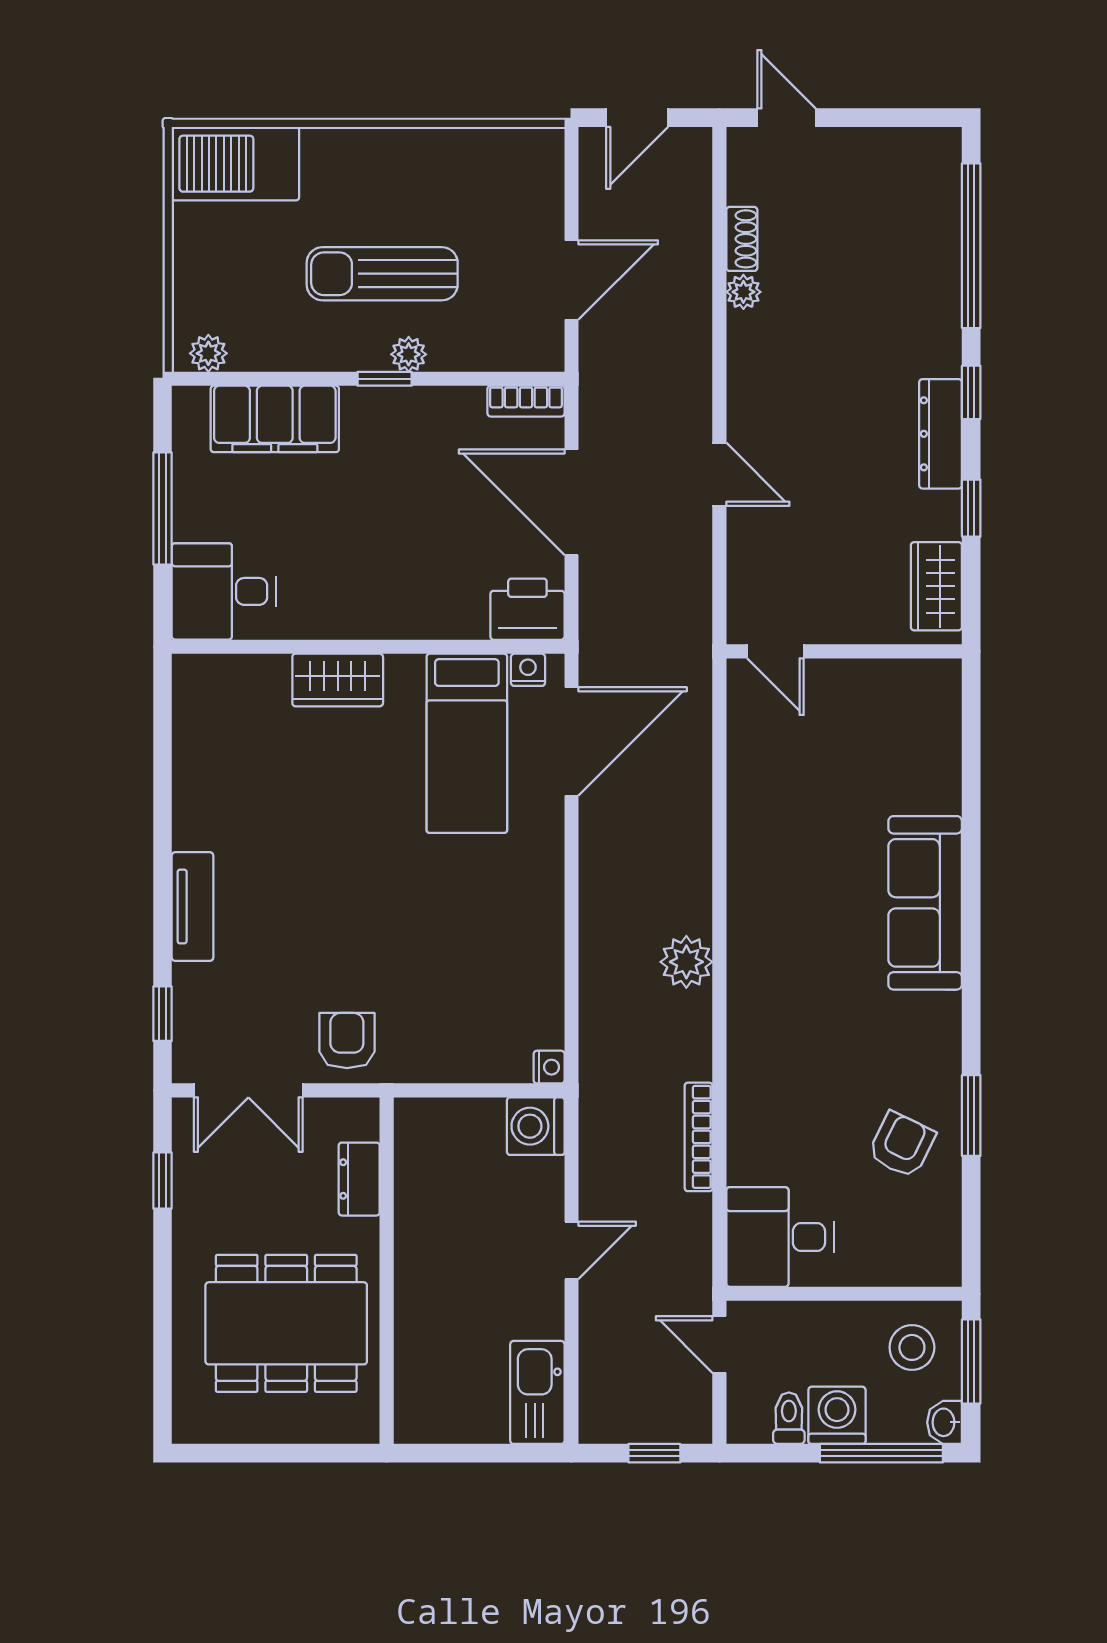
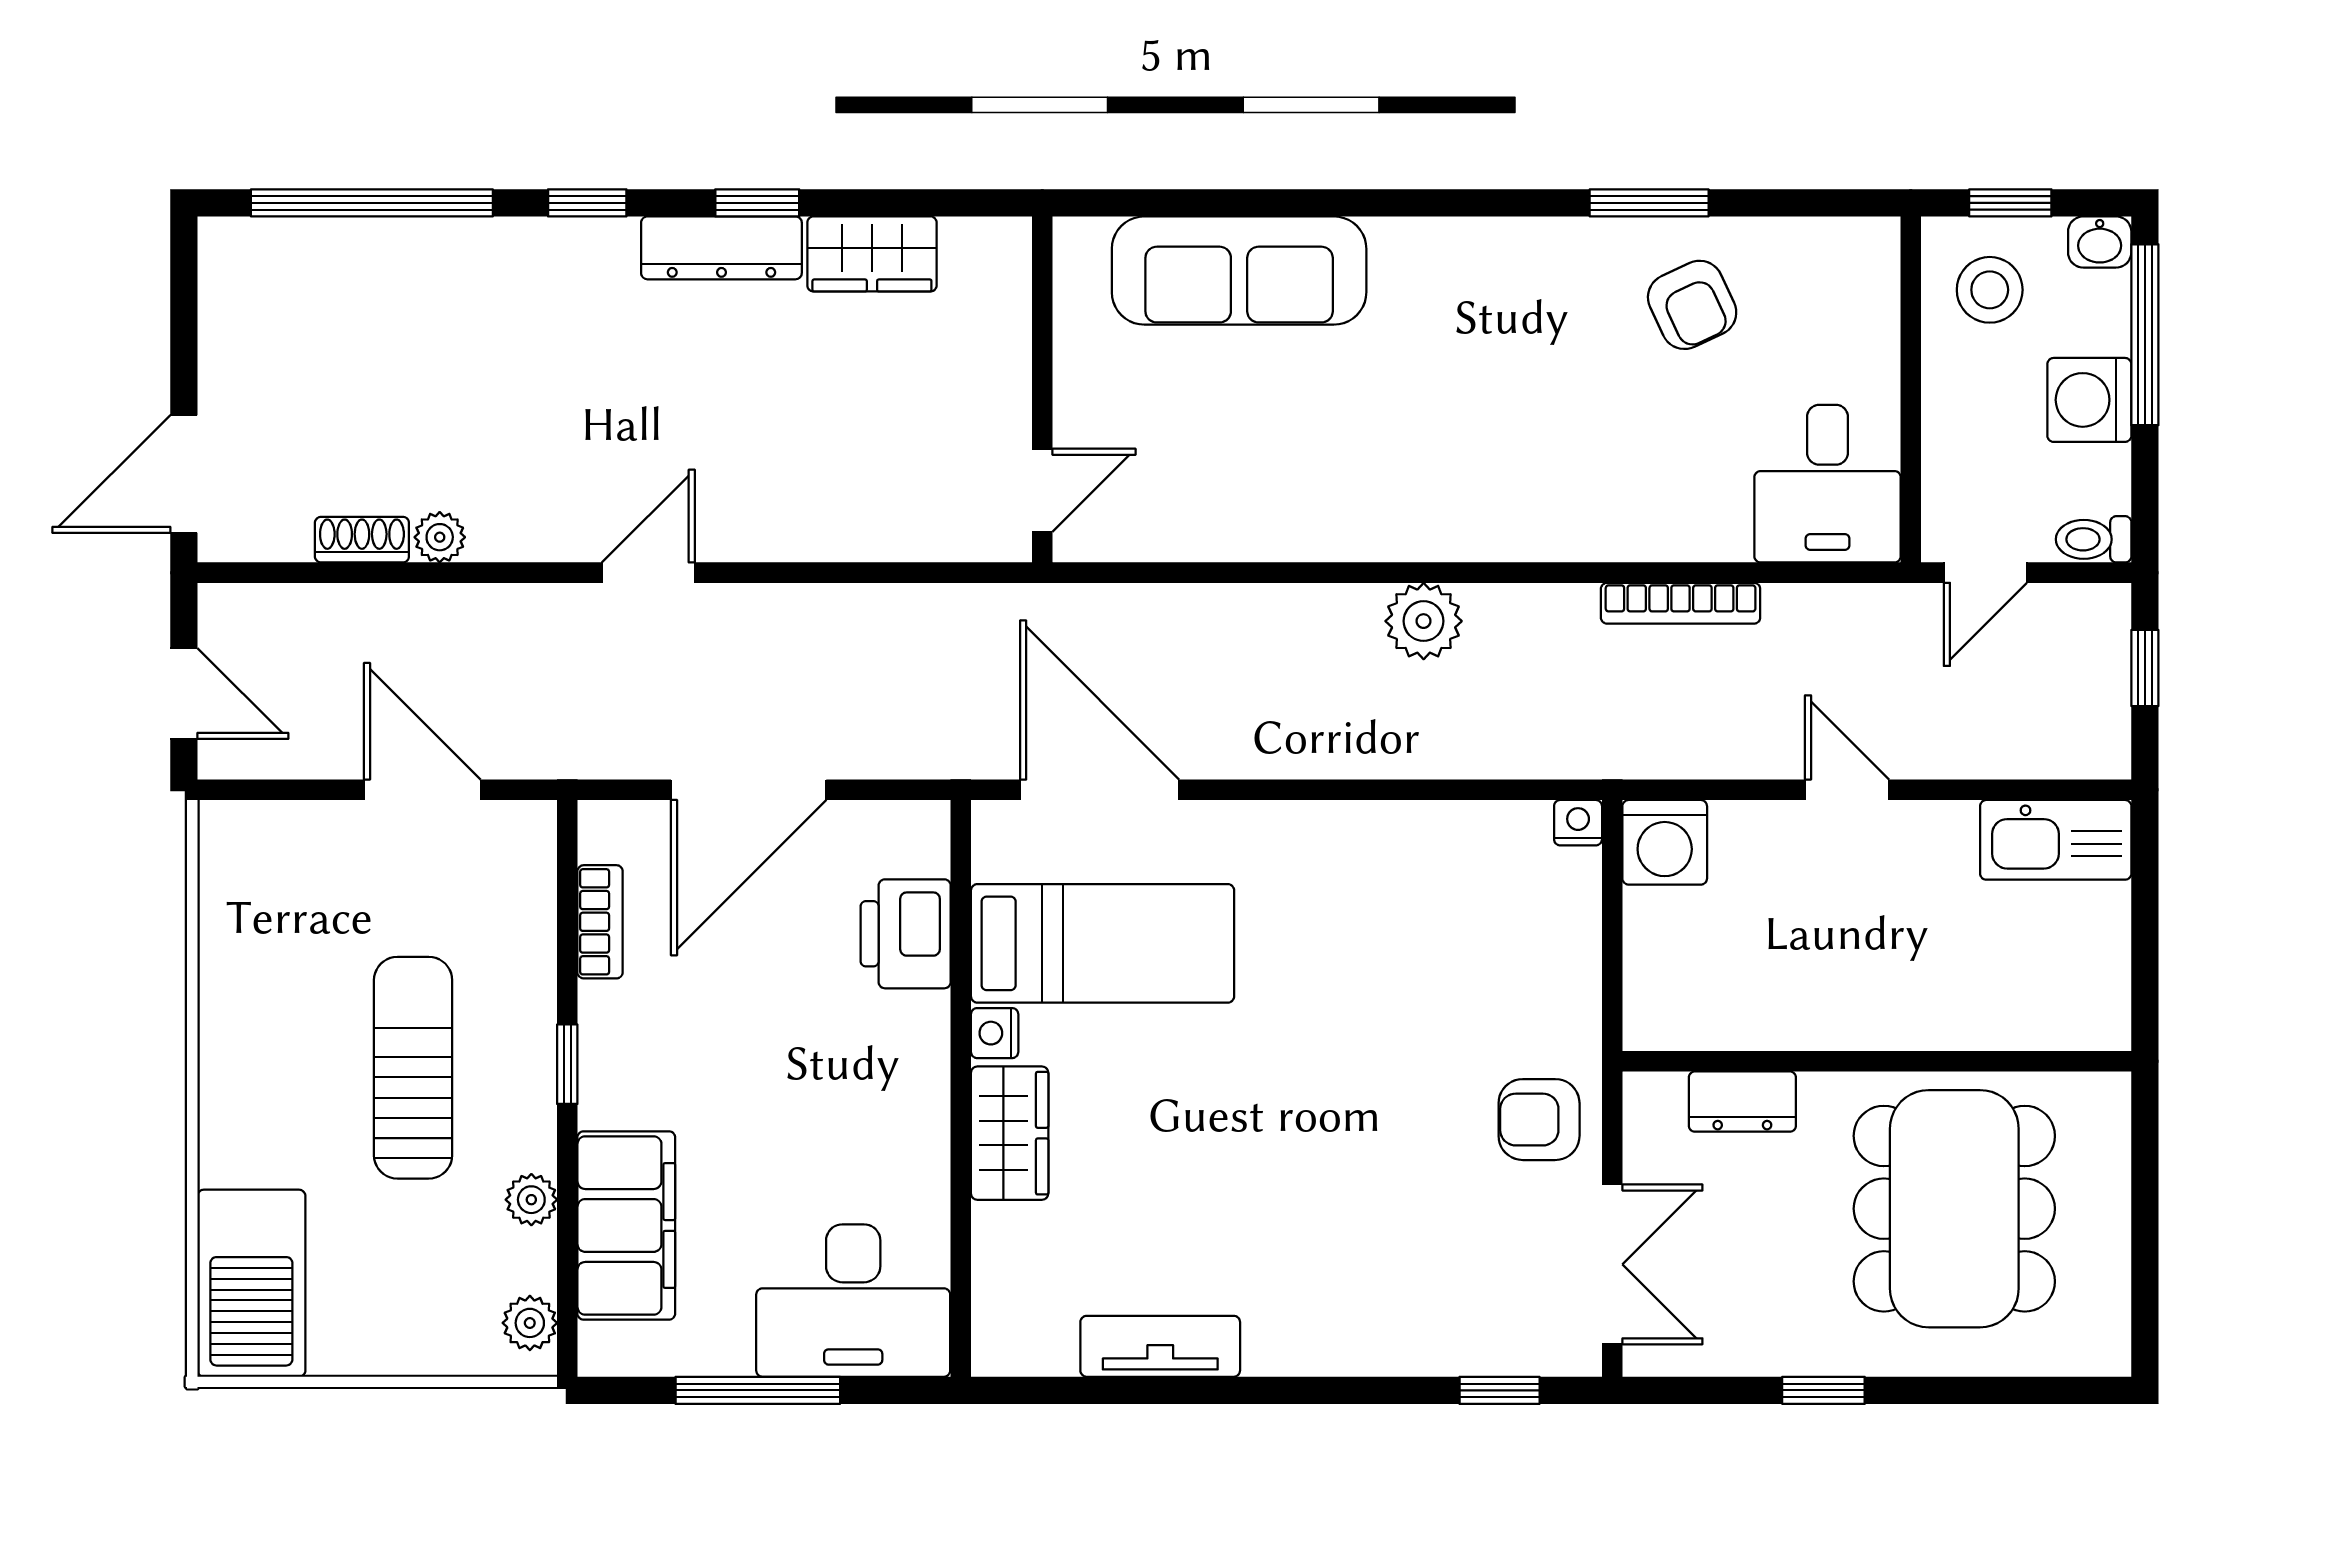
door: (786, 118) -> (184, 474), width x1.37
sun lounger: (382, 274) -> (413, 1068), turned 180
plant: (409, 354) -> (531, 1200), moved
bookcase: (526, 401) -> (600, 922), moved
dresser: (941, 434) -> (721, 248), moved
door: (719, 474) -> (648, 573), moved
desk: (224, 591) -> (853, 1301), width x1.37
printer: (527, 609) -> (906, 934), moved
door: (775, 651) -> (1042, 490), moved
wall: (844, 651) -> (1042, 389), moved
nightstand: (528, 670) -> (995, 1033), moved
sofa: (925, 903) -> (1239, 271), moved
tv unit: (192, 907) -> (1160, 1346), moved
armchair: (902, 1145) -> (1692, 305), turned -141
window: (163, 1181) -> (1823, 1390), moved
window: (971, 1361) -> (2010, 203), width x0.67
toilet: (789, 1418) -> (2094, 539), moved

